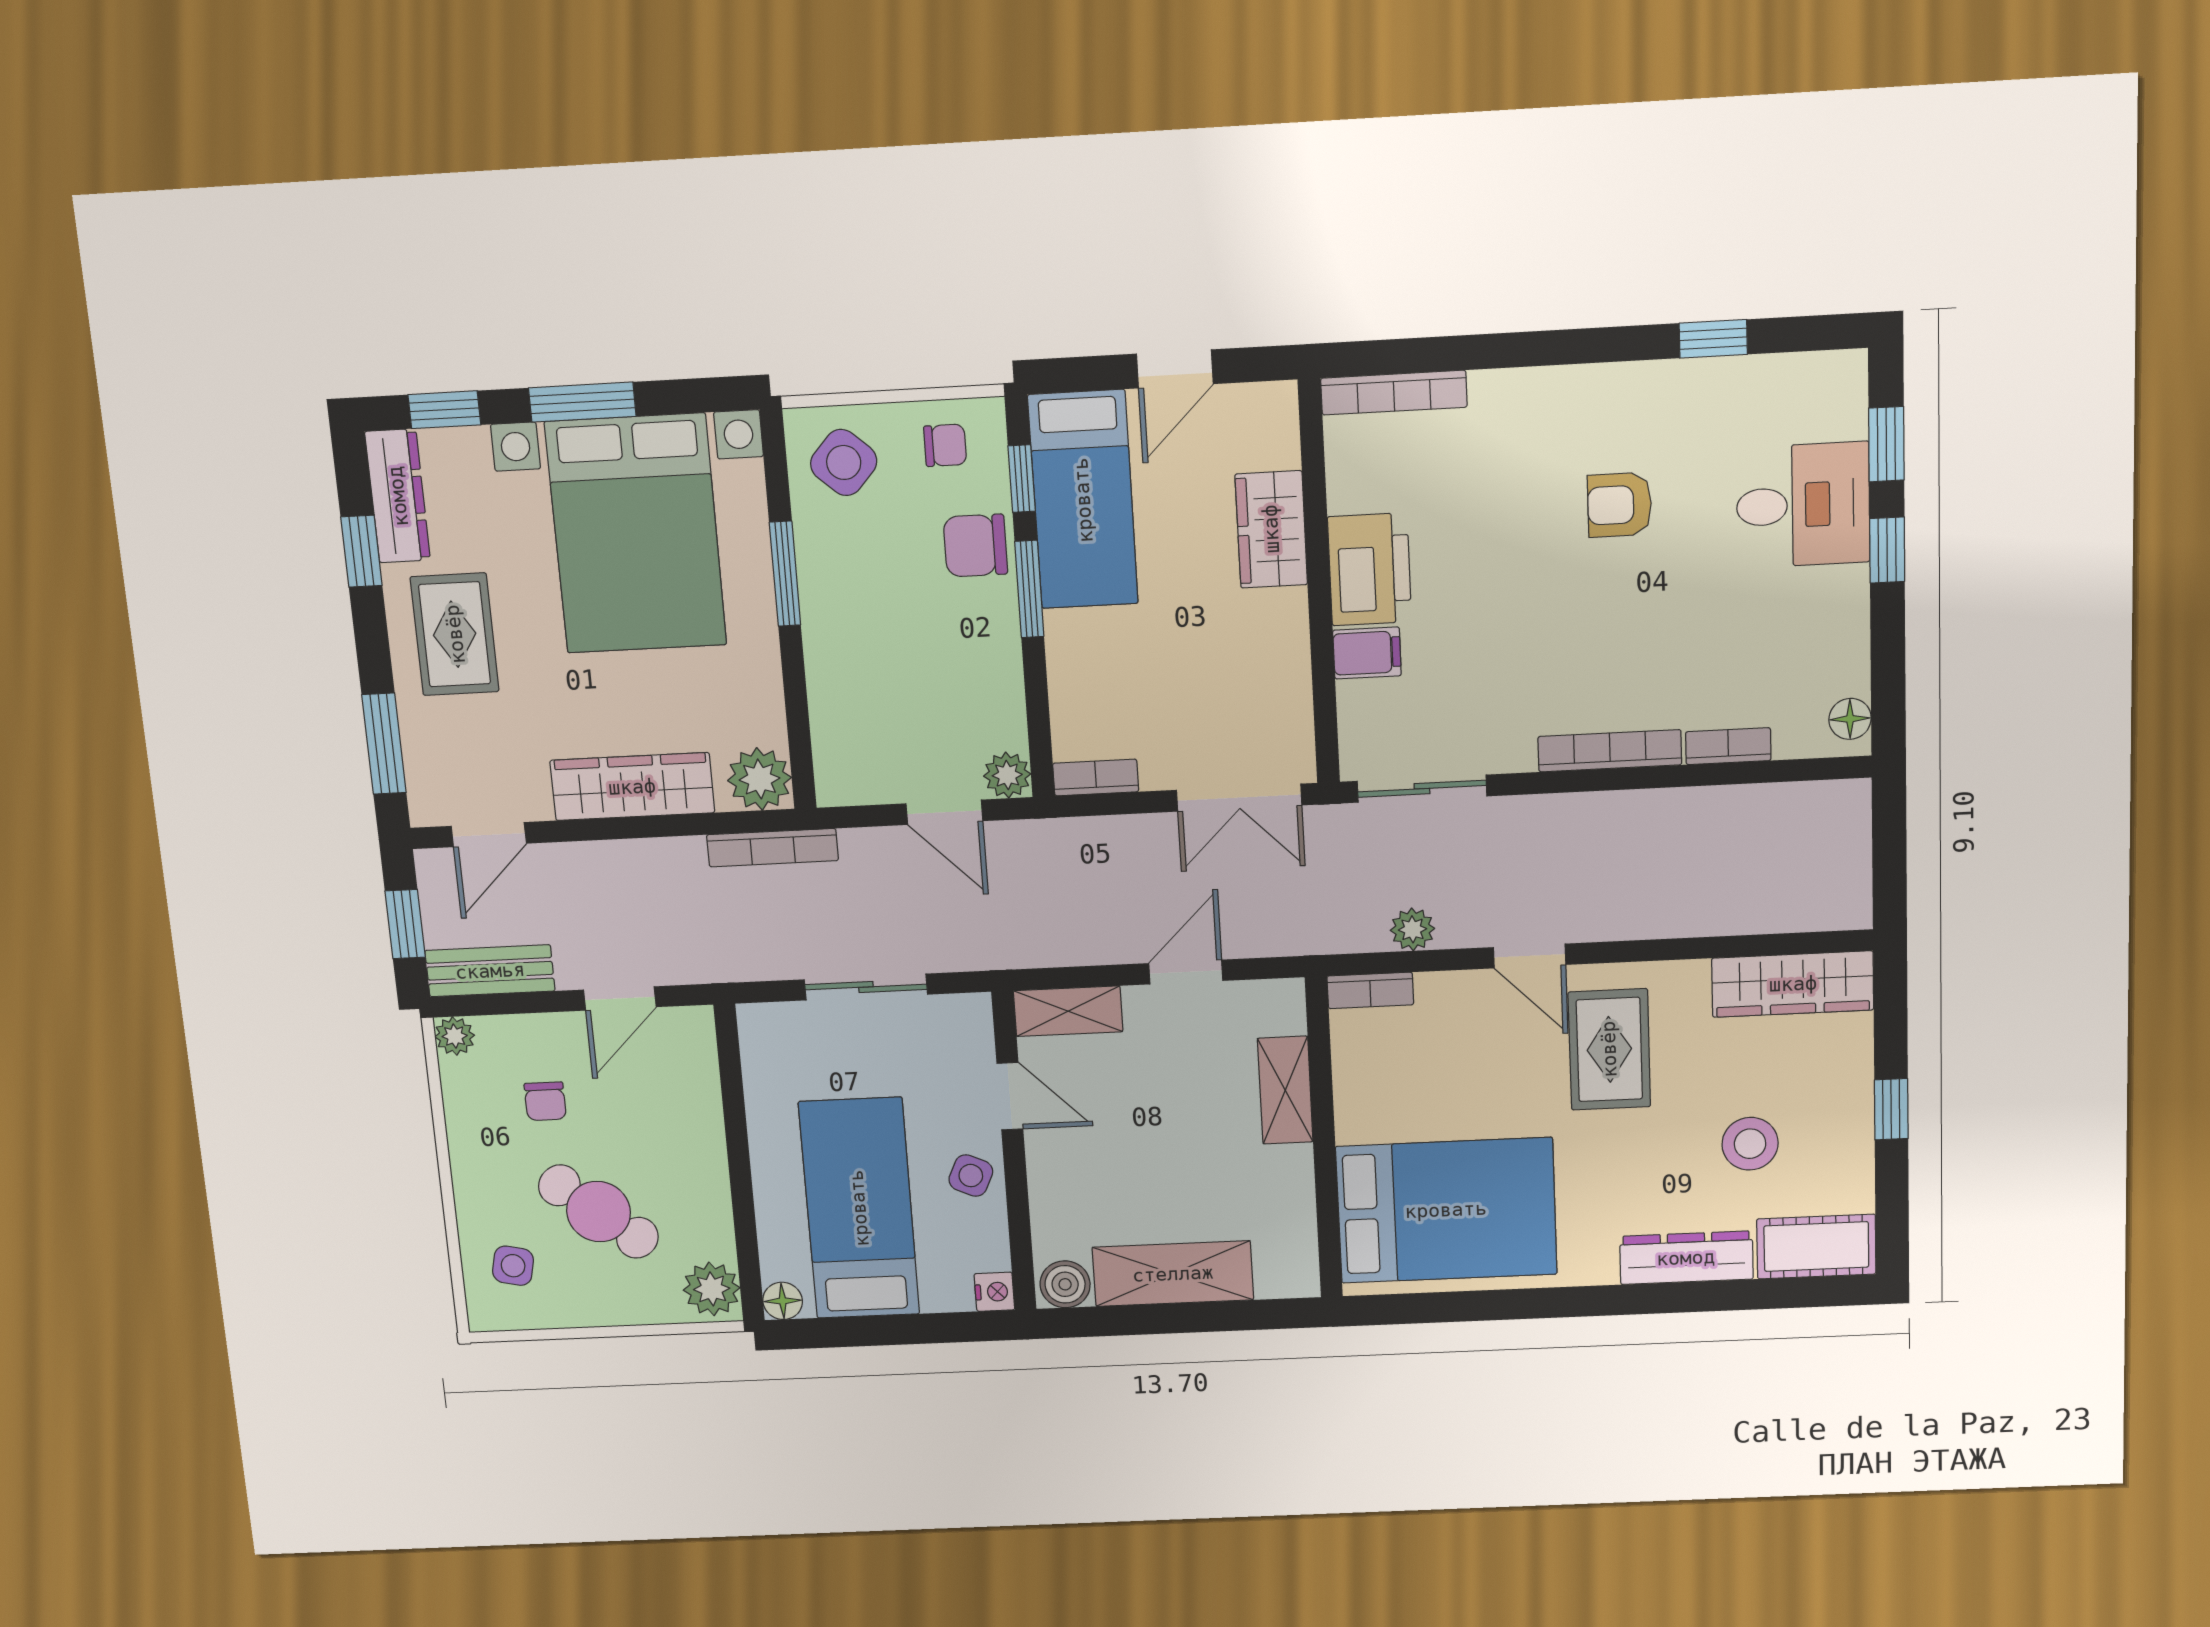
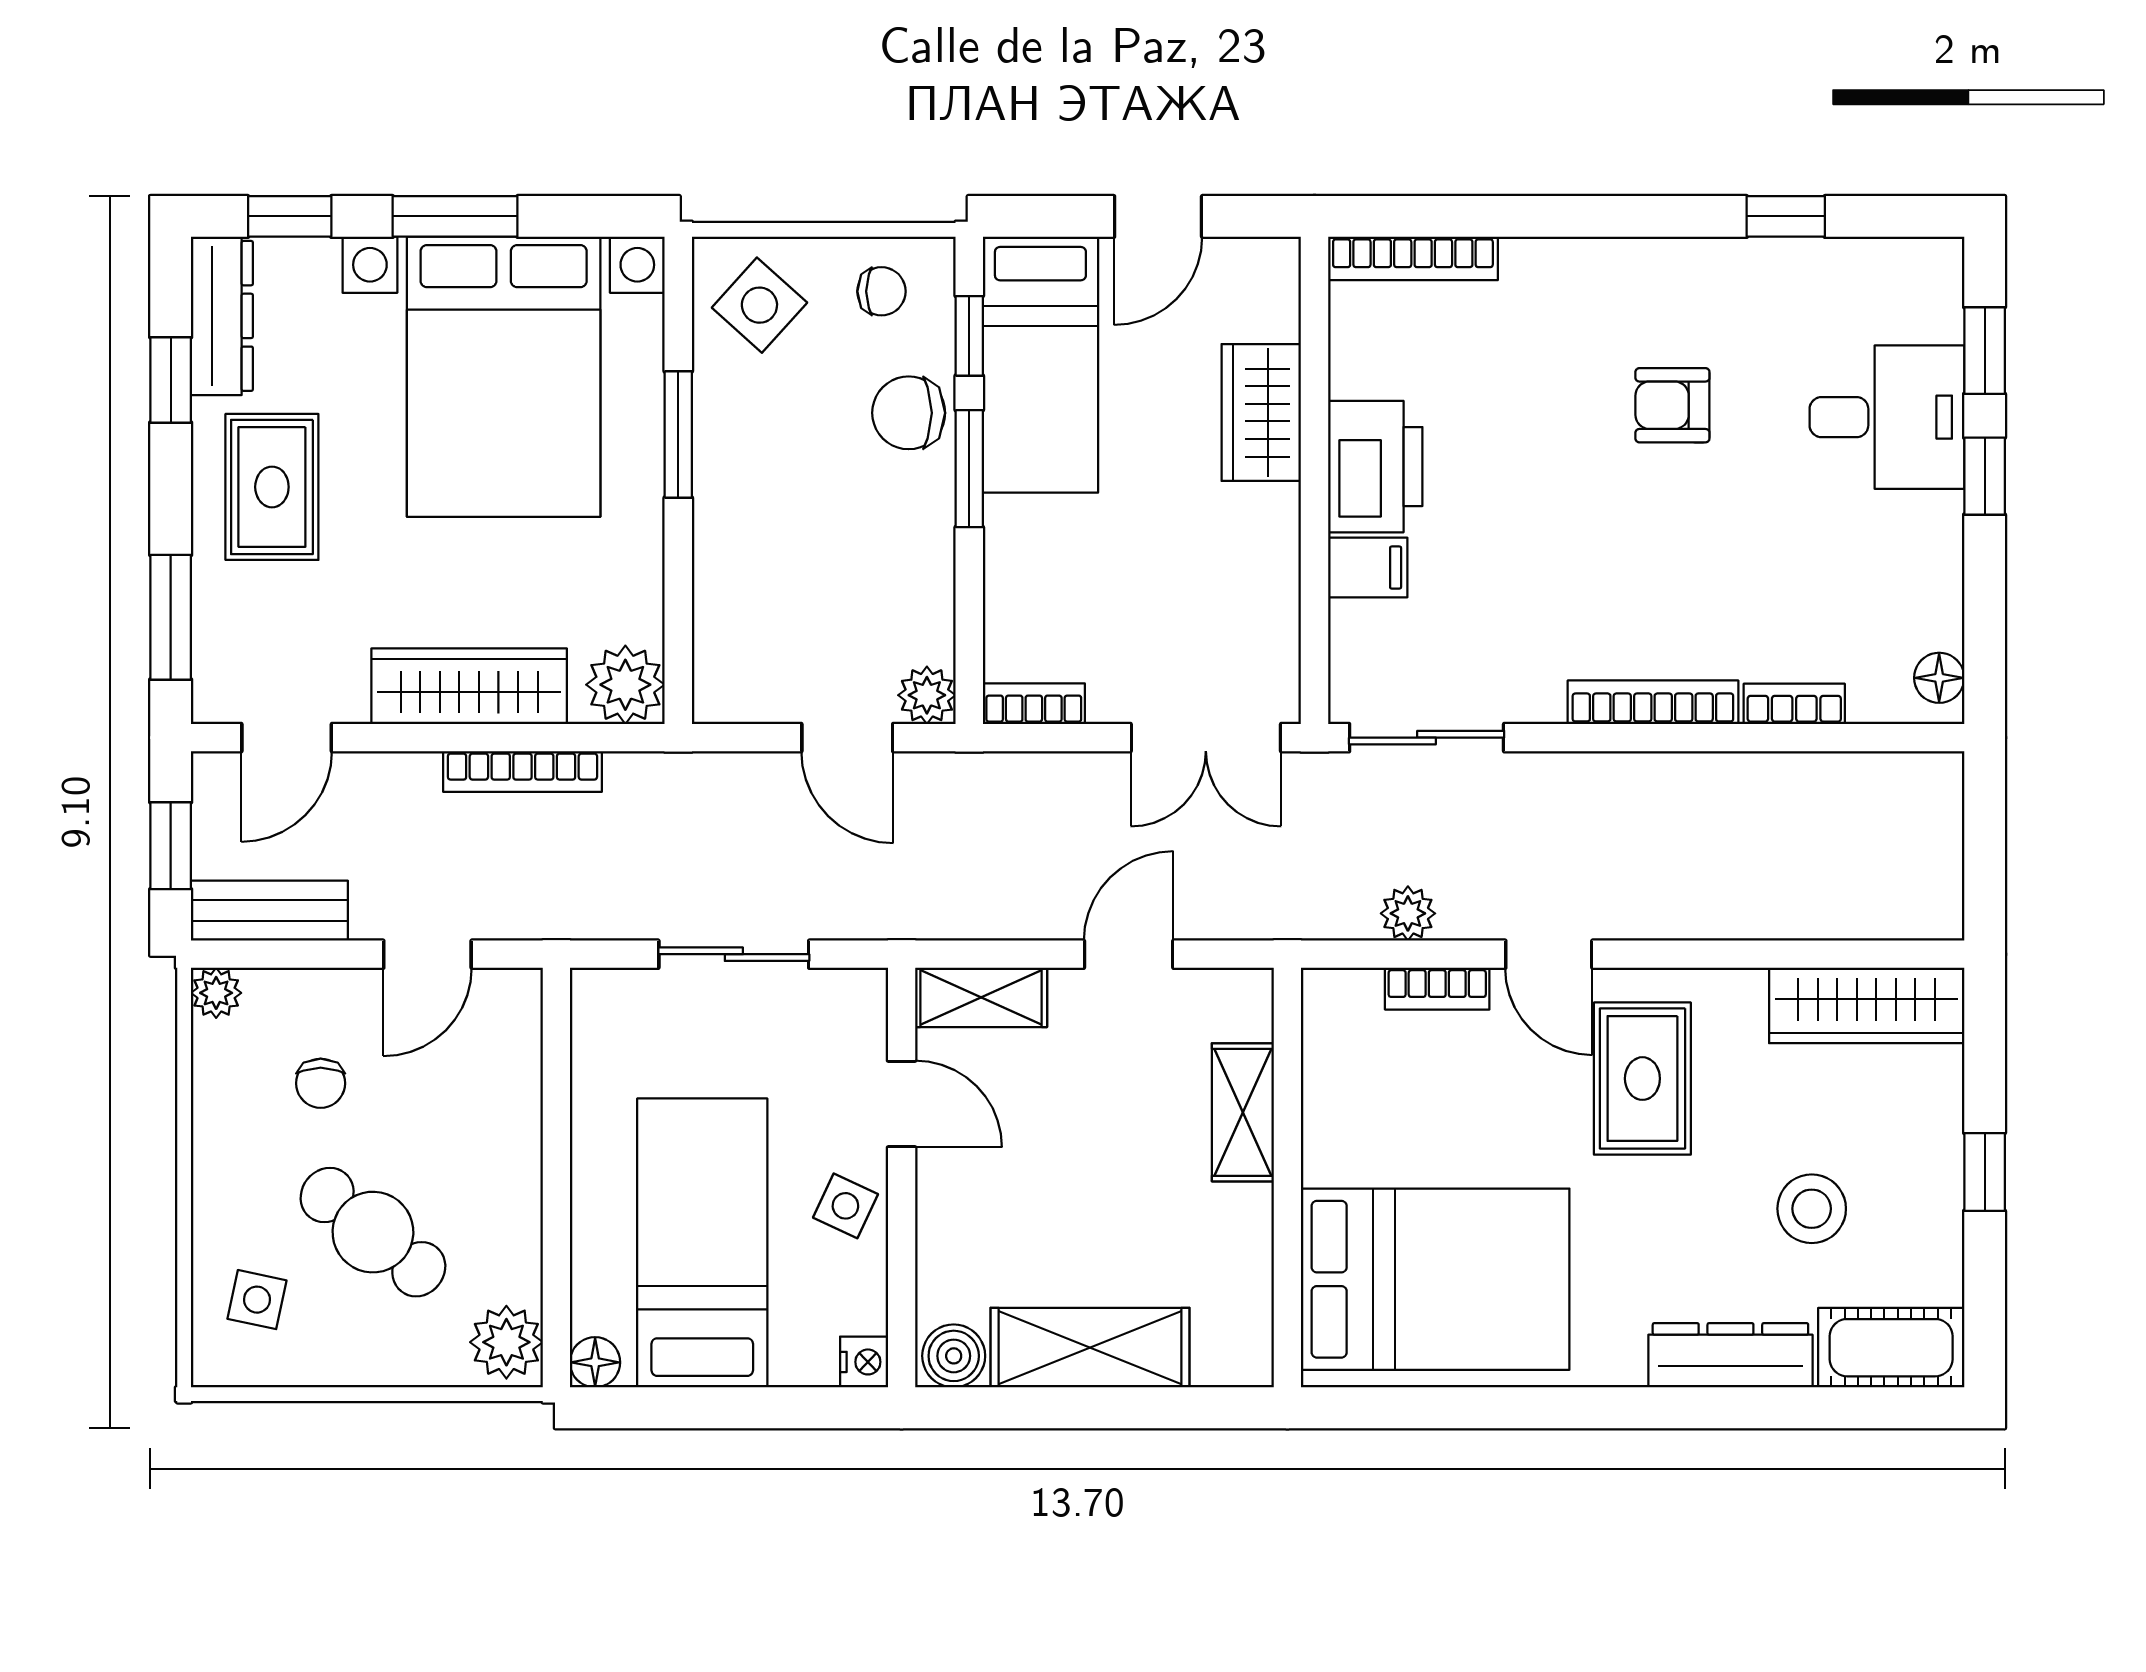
bookcase: (772, 848) -> (522, 771), moved
bookcase: (1370, 990) -> (1437, 989), moved

